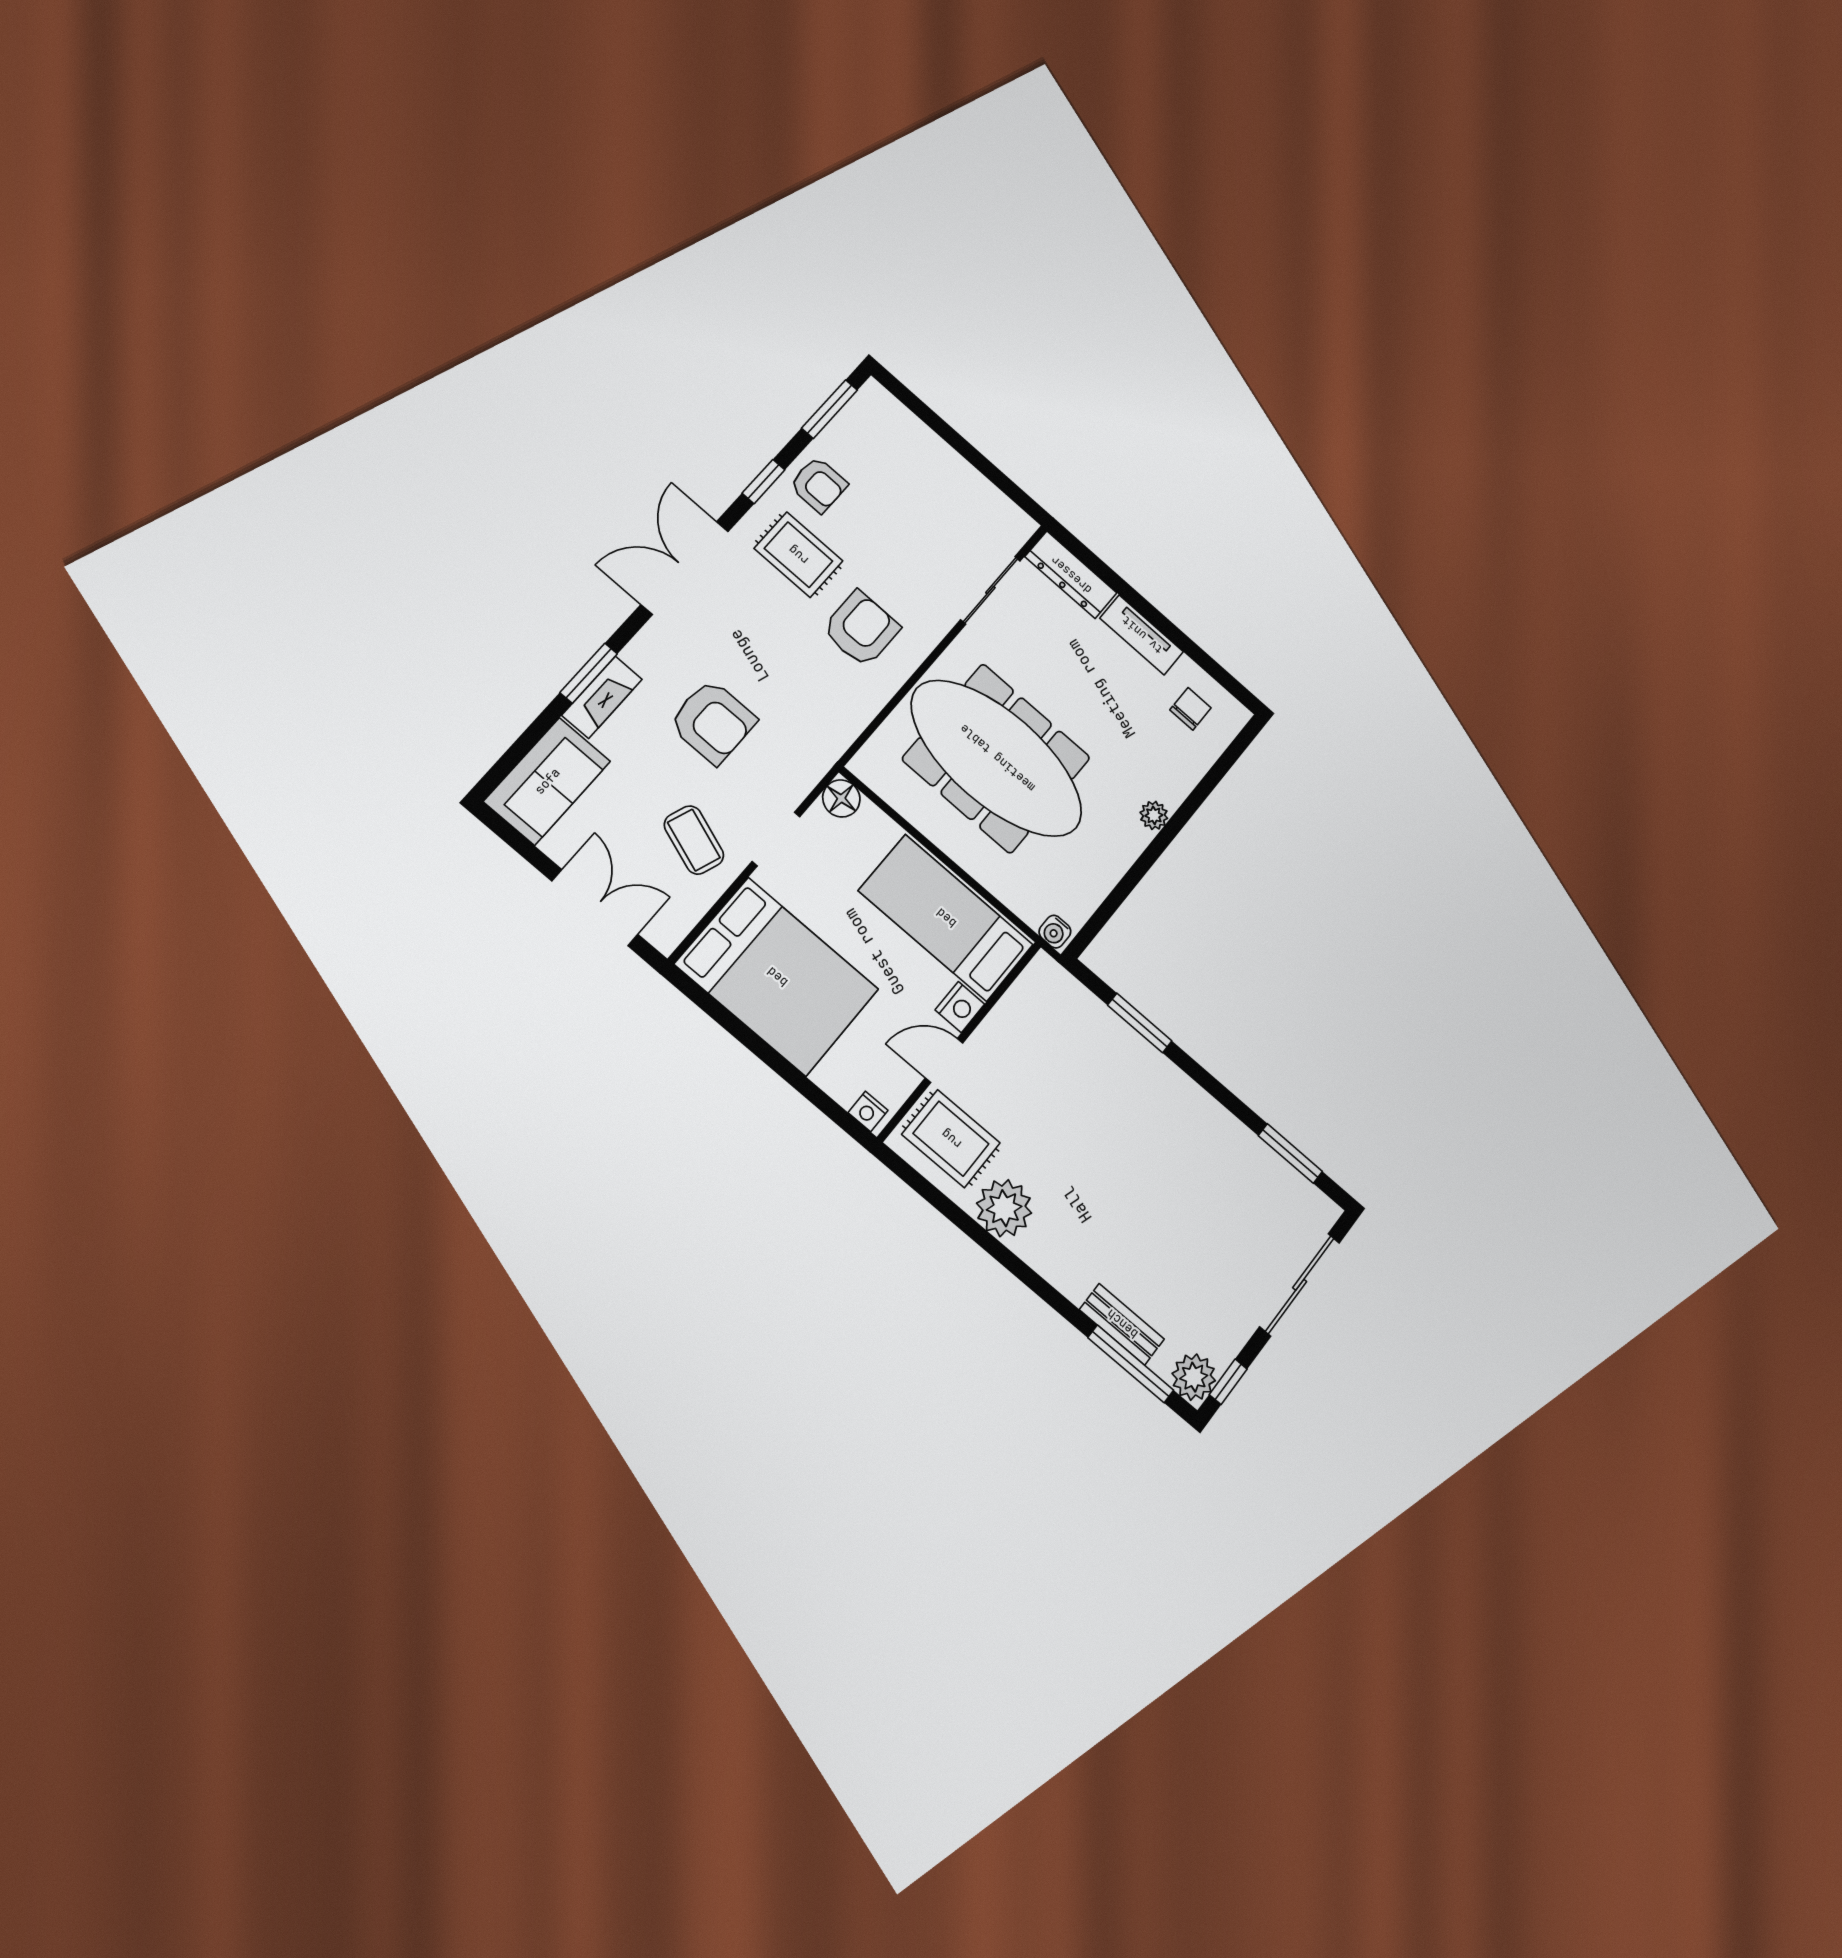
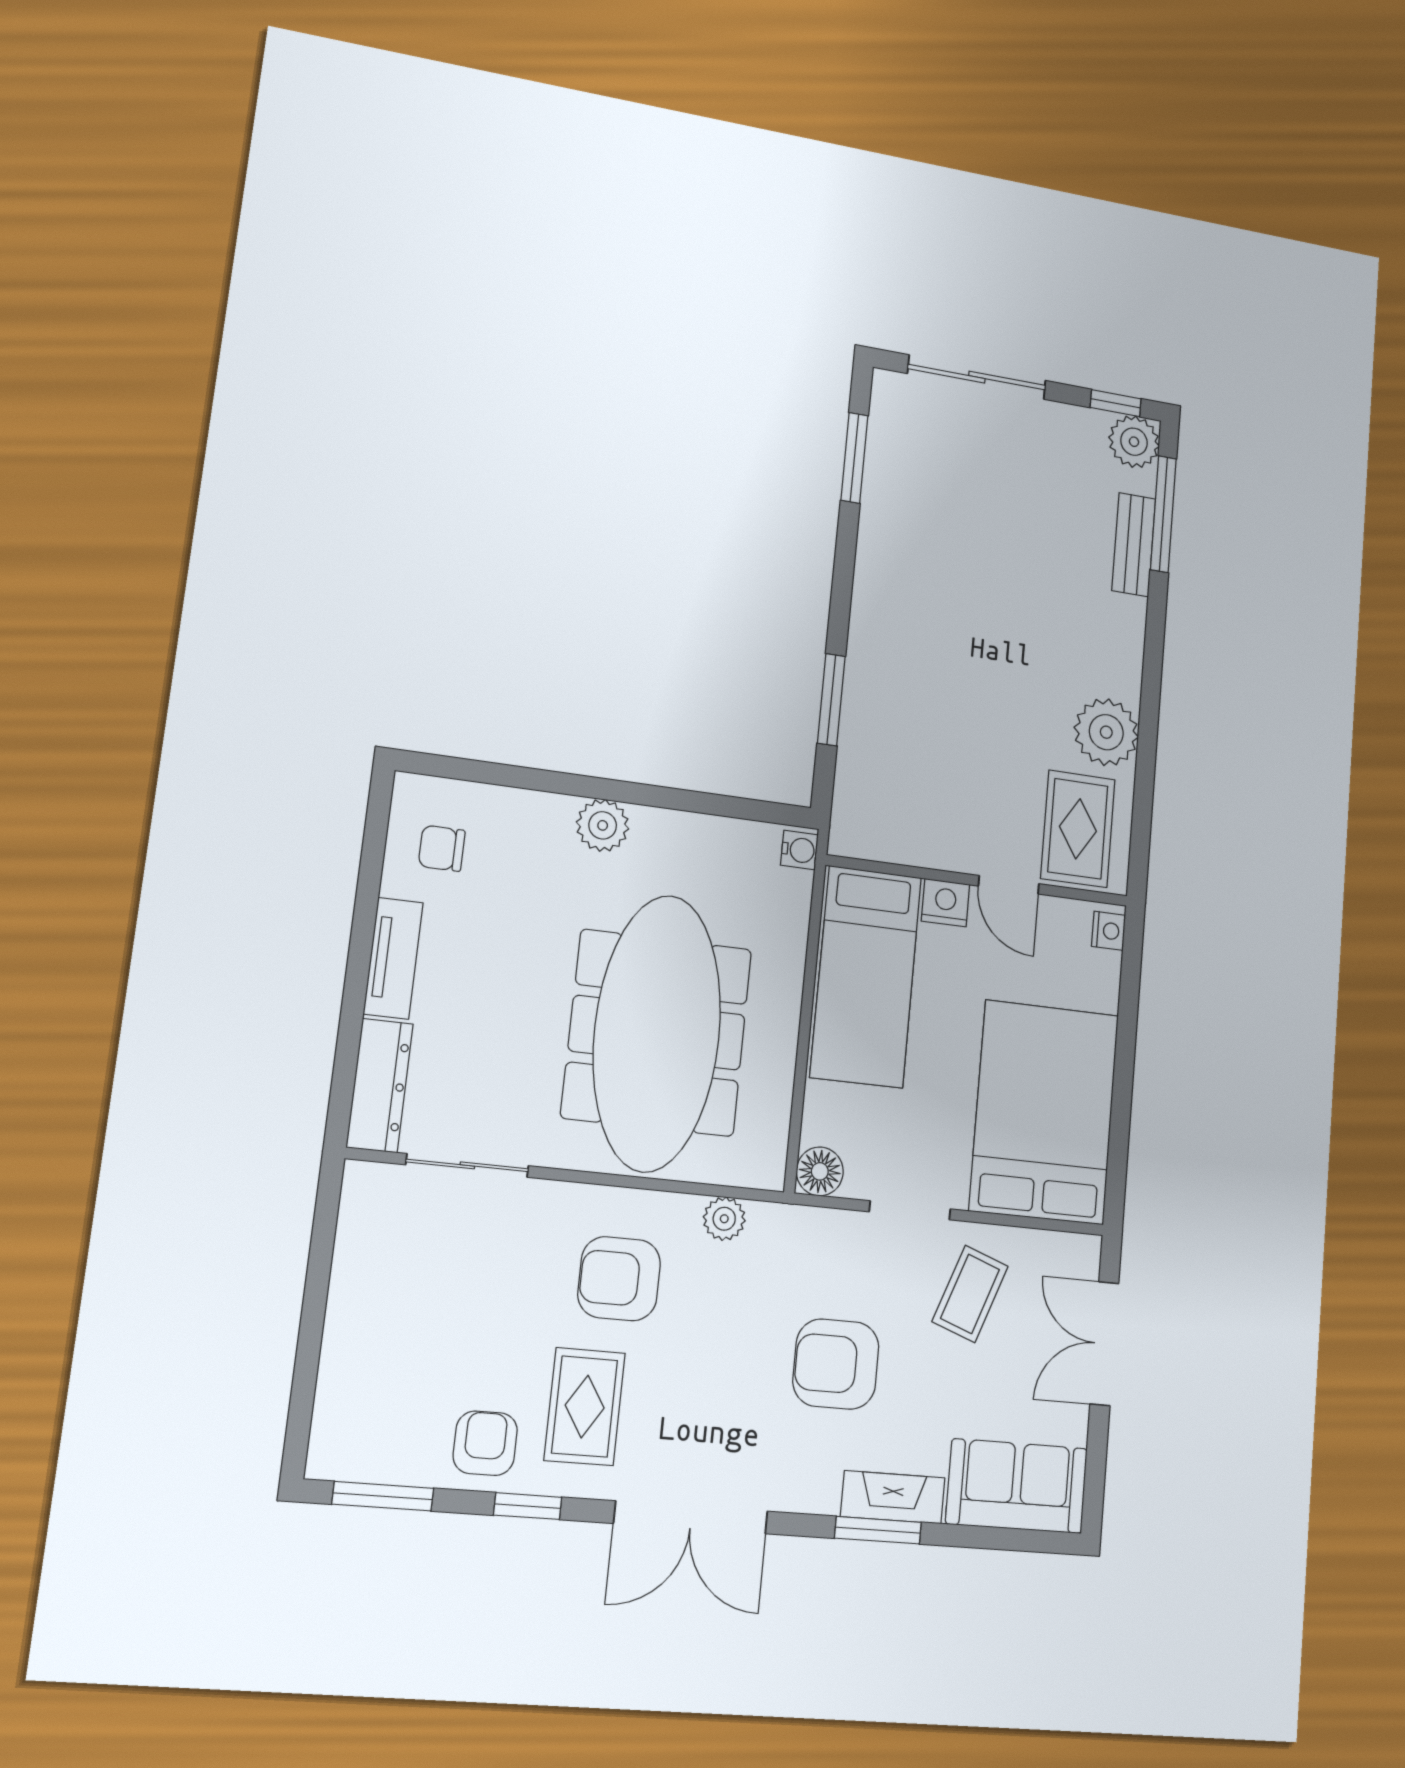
plant: (853, 718) -> (724, 1219), added
armchair: (713, 722) -> (836, 1364), turned -90
plant: (1154, 815) -> (603, 825), width x1.38, depth x1.38

